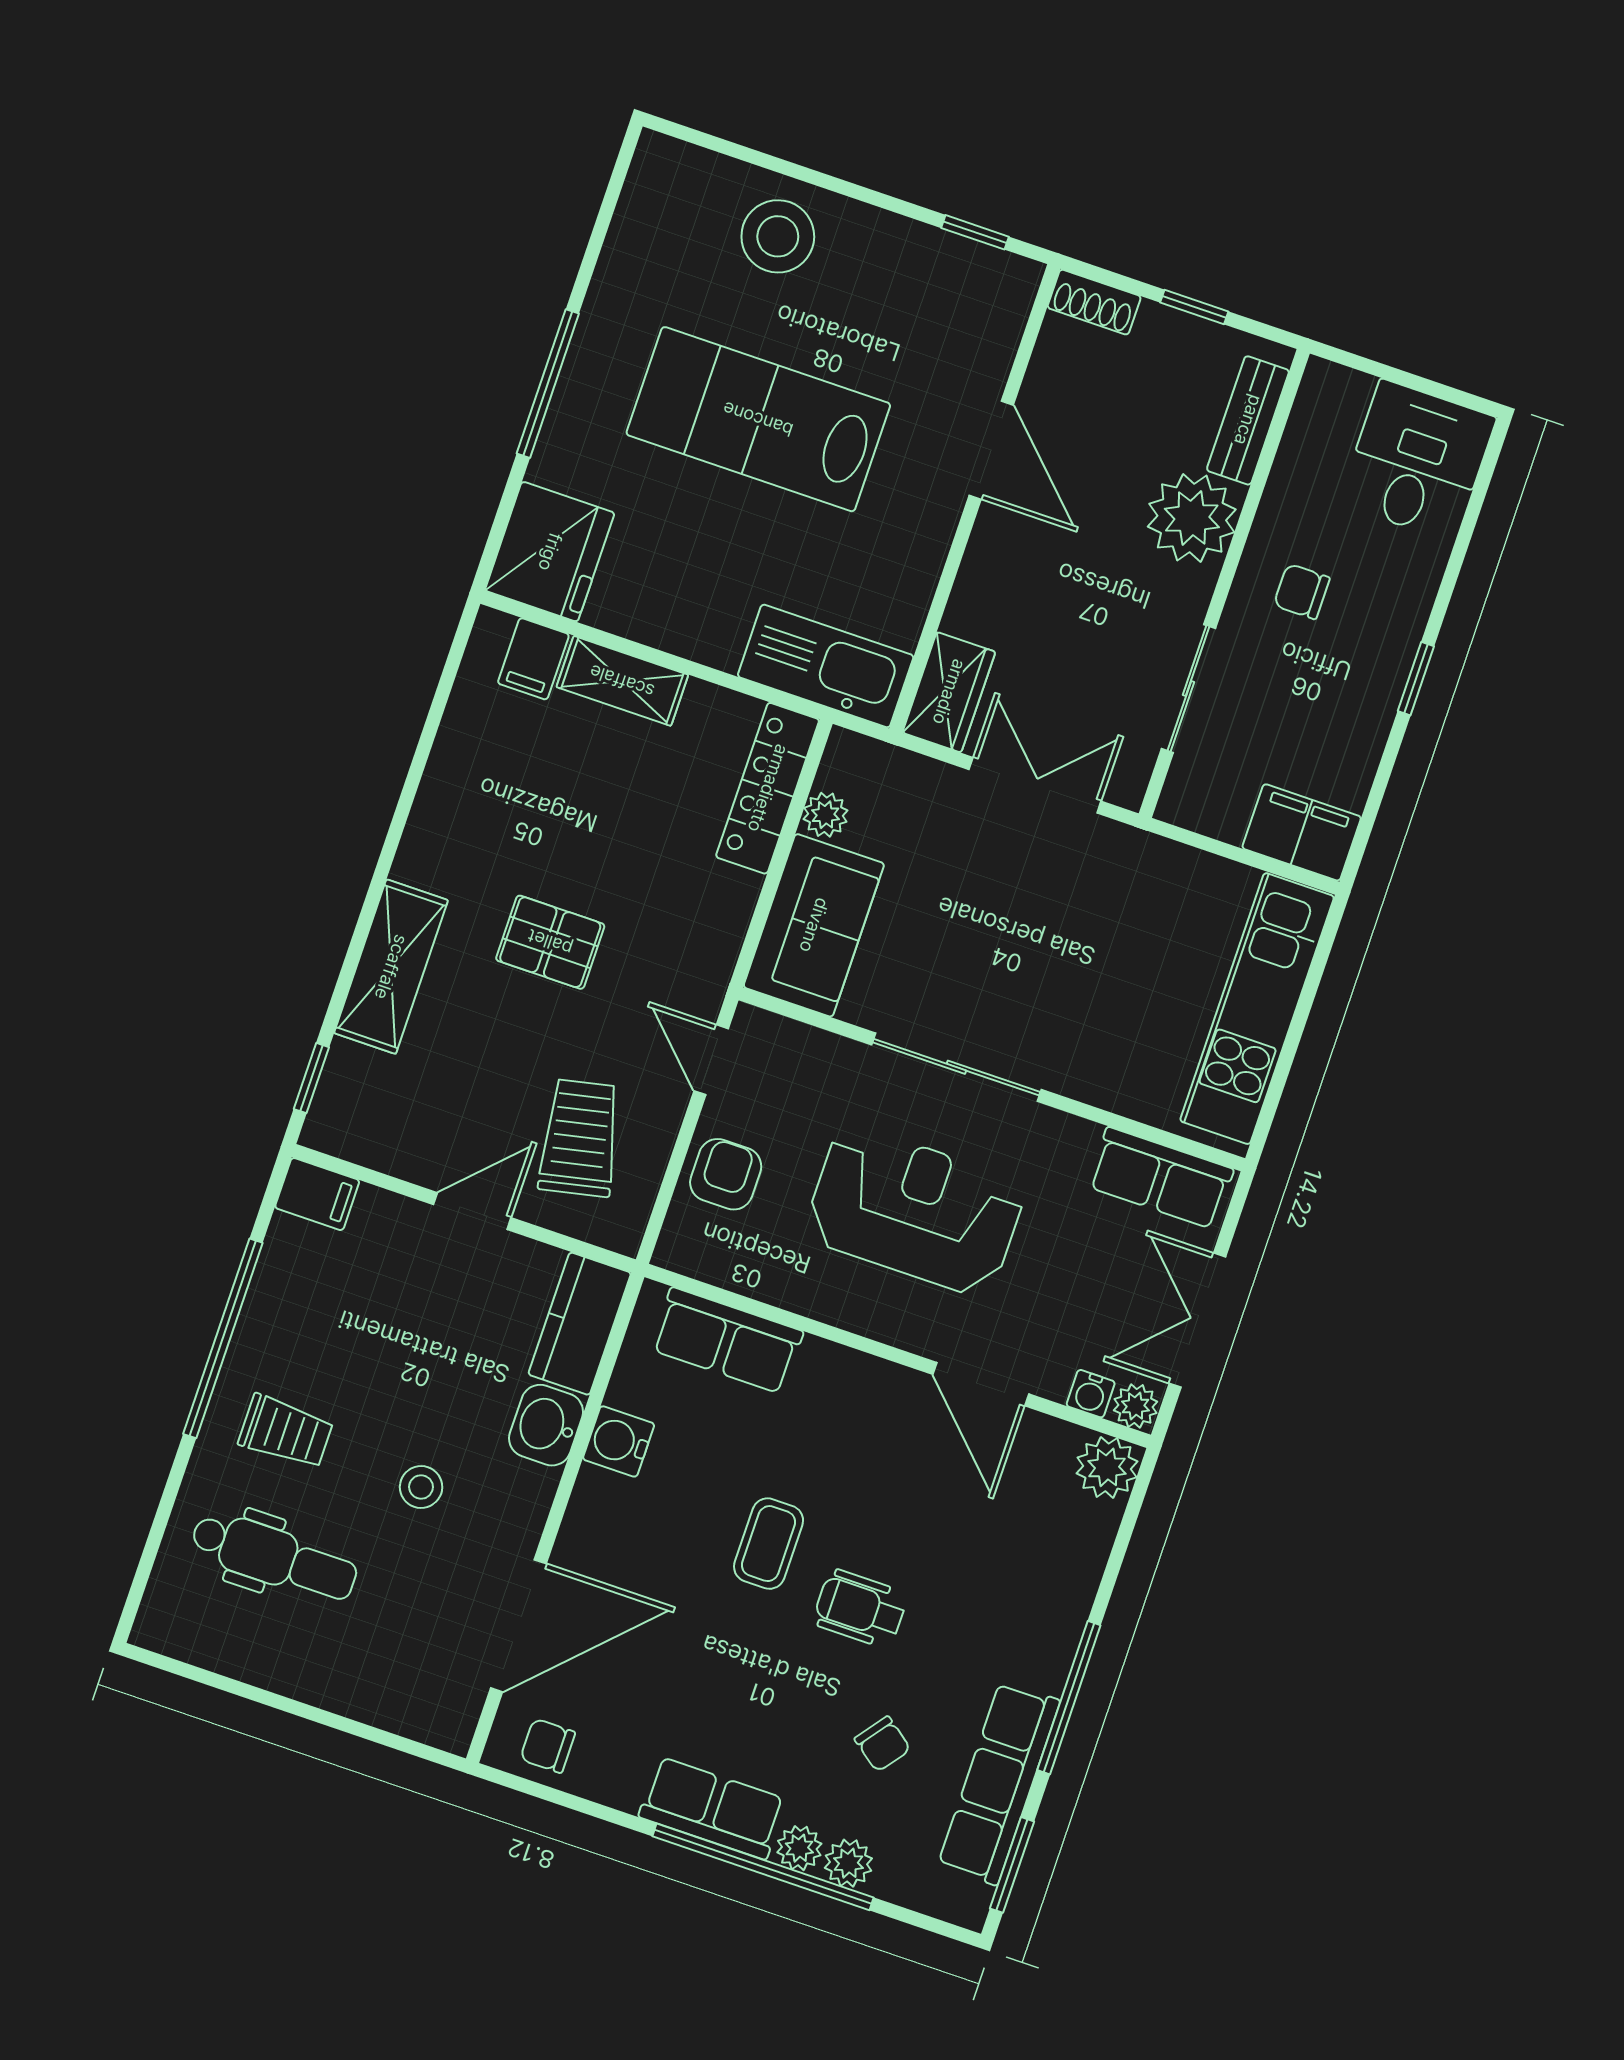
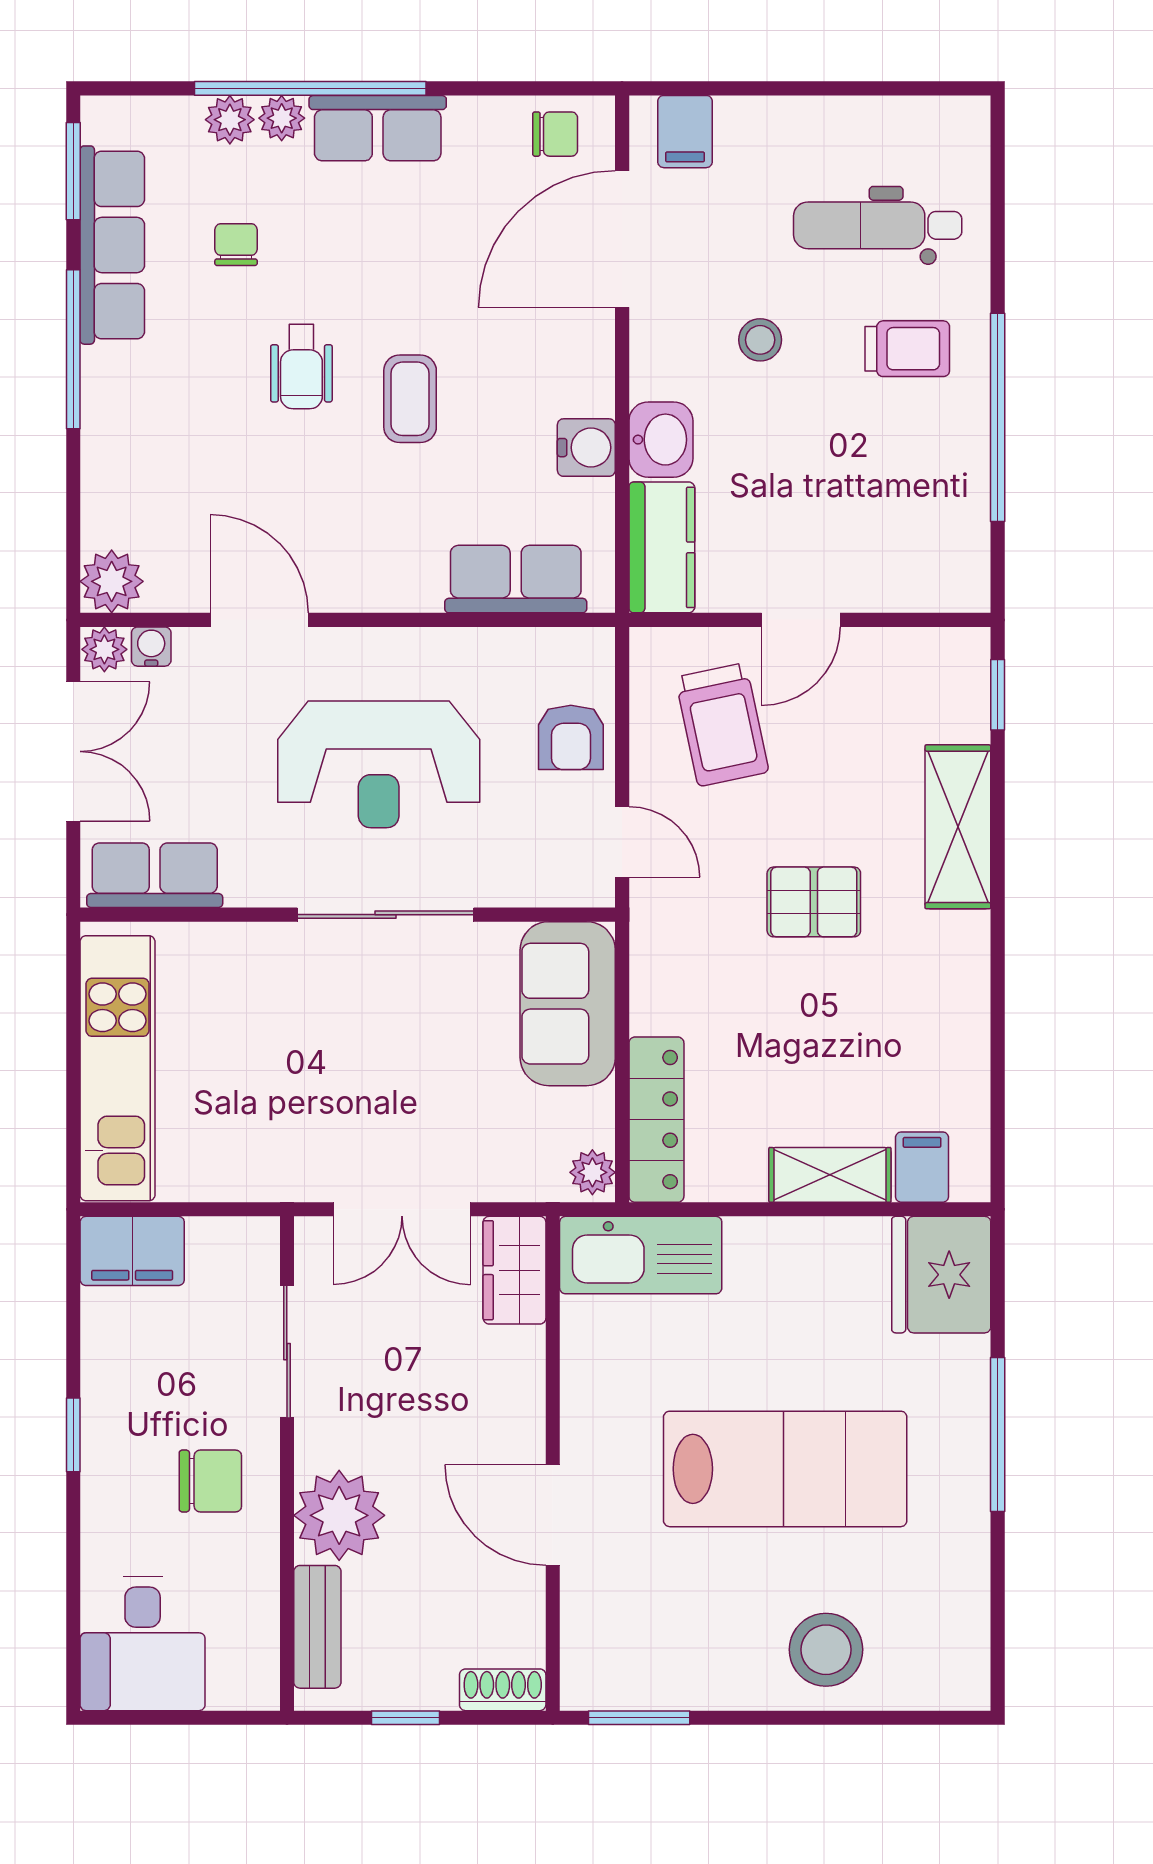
window: (975, 232) -> (639, 1718), width x1.50
chair: (1302, 591) -> (210, 1481), width x1.37, depth x1.37
plant: (825, 815) -> (592, 1172), moved
filing cabinet: (317, 1194) -> (685, 132), moved, turned -90
trolley: (286, 1432) -> (907, 349), turned 180
wheelchair: (860, 1609) -> (301, 367), turned 90
chair: (883, 1744) -> (236, 245), turned 53

